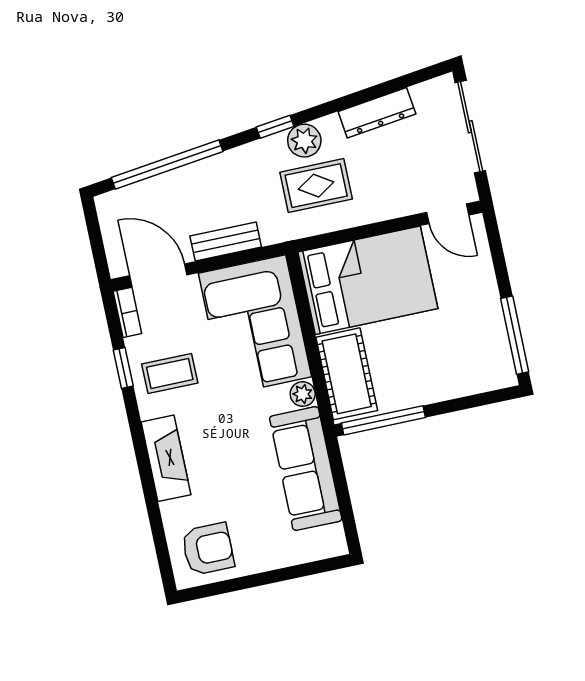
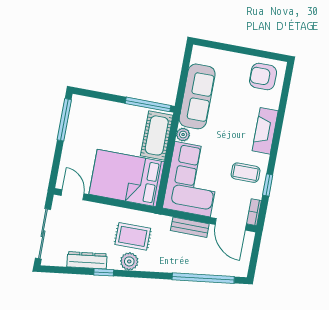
window: (275, 127) -> (104, 272), moved

